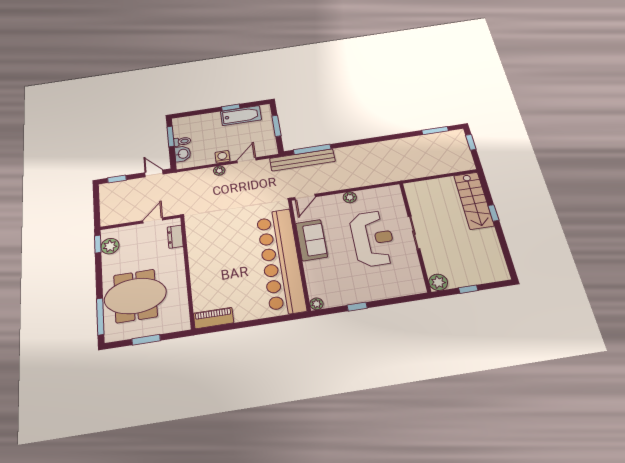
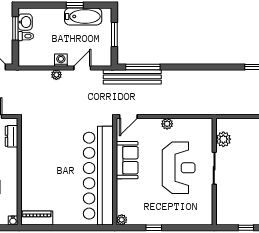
washbasin: (183, 154) -> (25, 22), moved
plant: (438, 282) -> (223, 139), moved
water cooler: (185, 325) -> (13, 220), added

